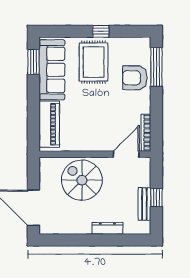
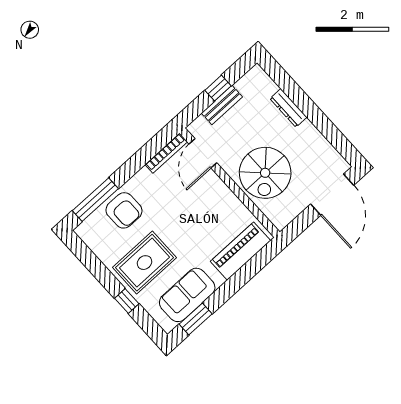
window: (101, 31) -> (127, 301), moved
sofa: (52, 70) -> (187, 295), width x0.73
door: (126, 154) -> (203, 153), hinge flipped
bench: (144, 204) -> (222, 105), moved

